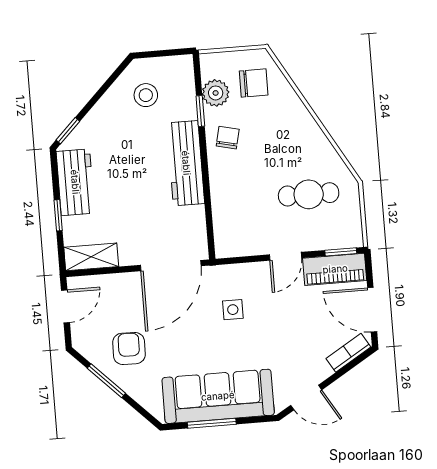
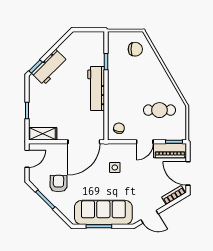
plant: (216, 93) -> (115, 53), removed
stool: (146, 95) -> (78, 51), removed
chair: (228, 138) -> (119, 128), moved
workbench: (75, 182) -> (50, 67), moved, turned 45

